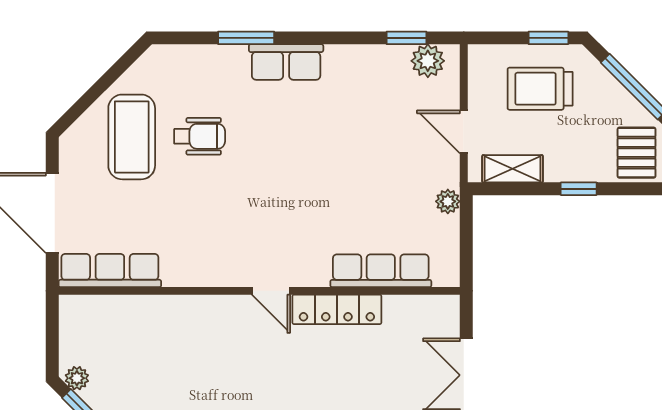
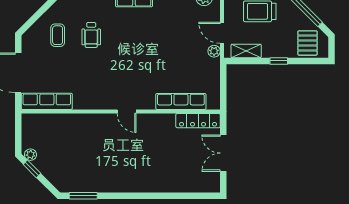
wheelchair: (200, 136) -> (91, 35), turned 90
coffee table: (132, 137) -> (58, 35), width x0.54, depth x0.58
plant: (448, 201) -> (214, 51), moved
locker: (337, 309) -> (198, 121), moved

